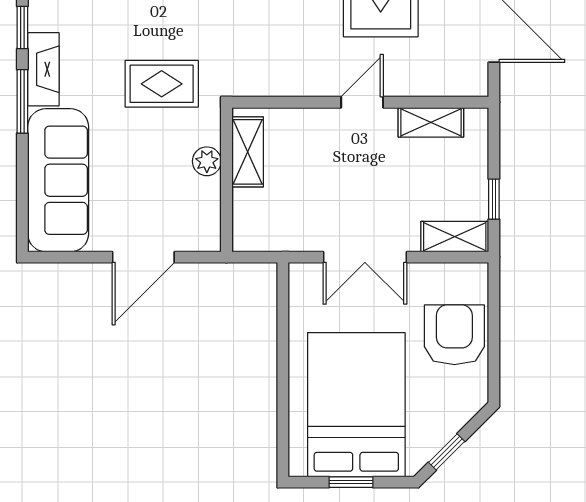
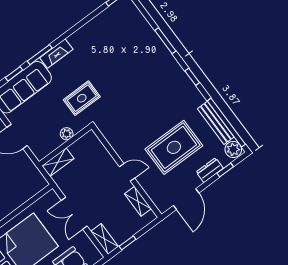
window: (22, 27) -> (14, 74), moved
rug: (162, 84) -> (82, 98), turned 90
shelving: (248, 152) -> (58, 162), moved

